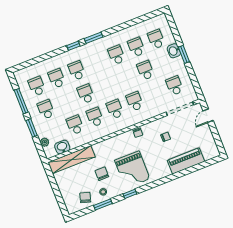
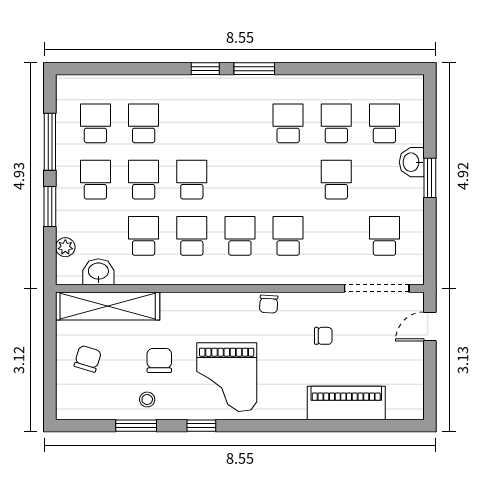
school desk: (77, 71) -> (144, 180), moved
chair: (85, 198) -> (88, 359), moved

